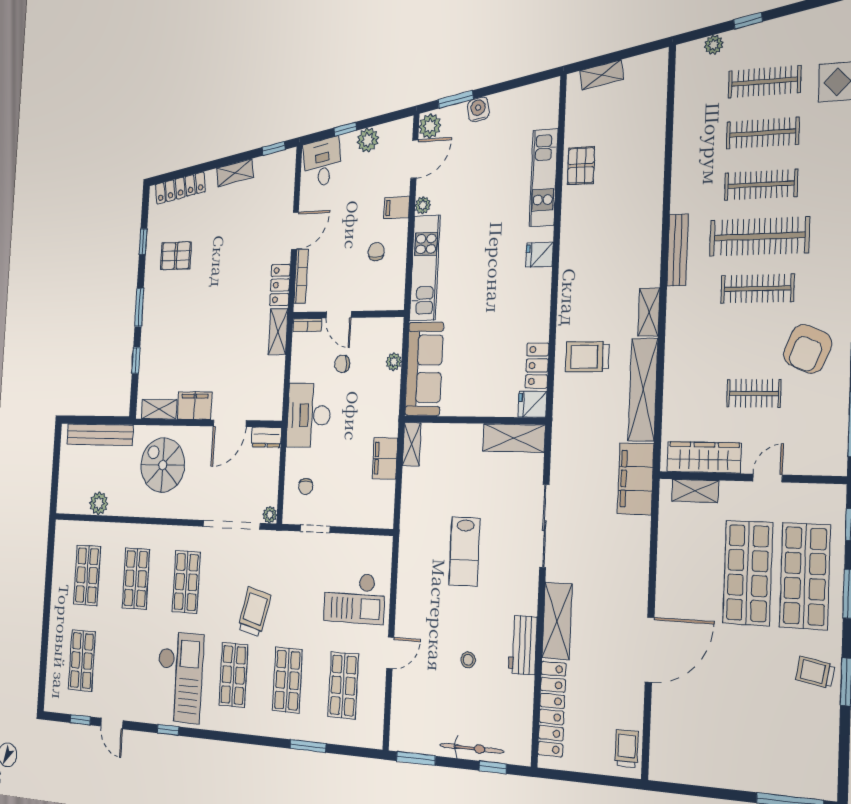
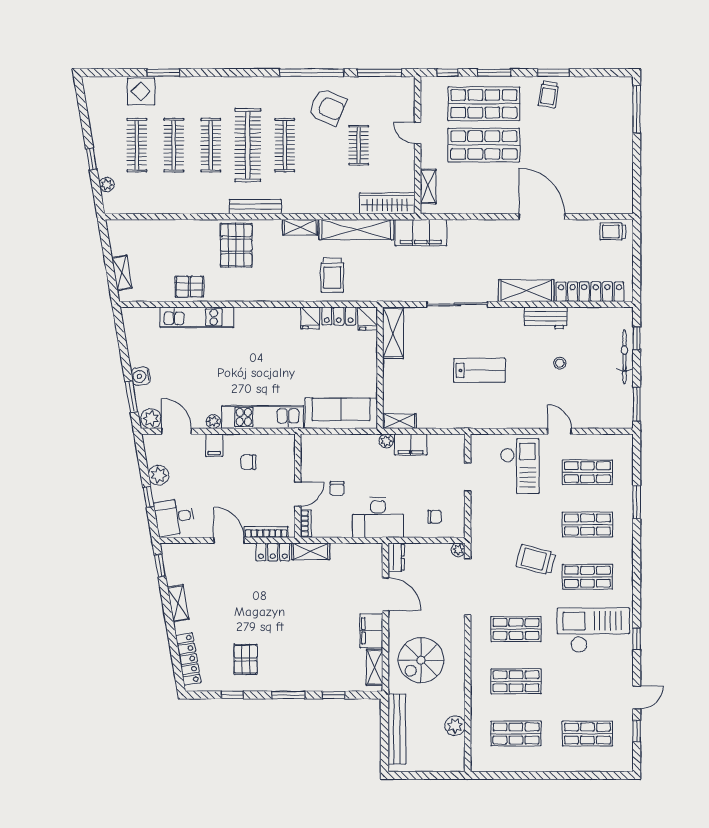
pallet: (630, 226) -> (236, 245), added
fridge: (539, 255) -> (310, 318), moved
plant: (394, 362) -> (386, 441), moved
wardrobe: (704, 457) -> (387, 203), moved, turned 90
doorway: (315, 529) -> (468, 477), moved

